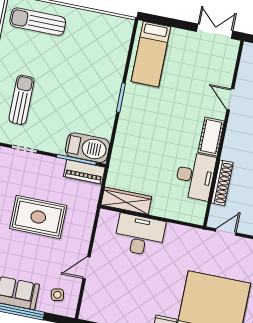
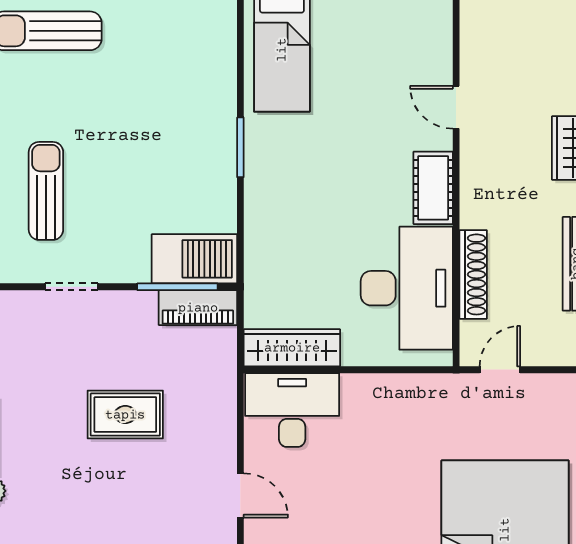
desk: (195, 176) -> (407, 288), width x1.36, depth x1.30
rug: (38, 217) -> (125, 415), width x0.73, depth x0.70
desk: (140, 235) -> (292, 410), moved
door: (87, 268) -> (240, 495), swing flipped

